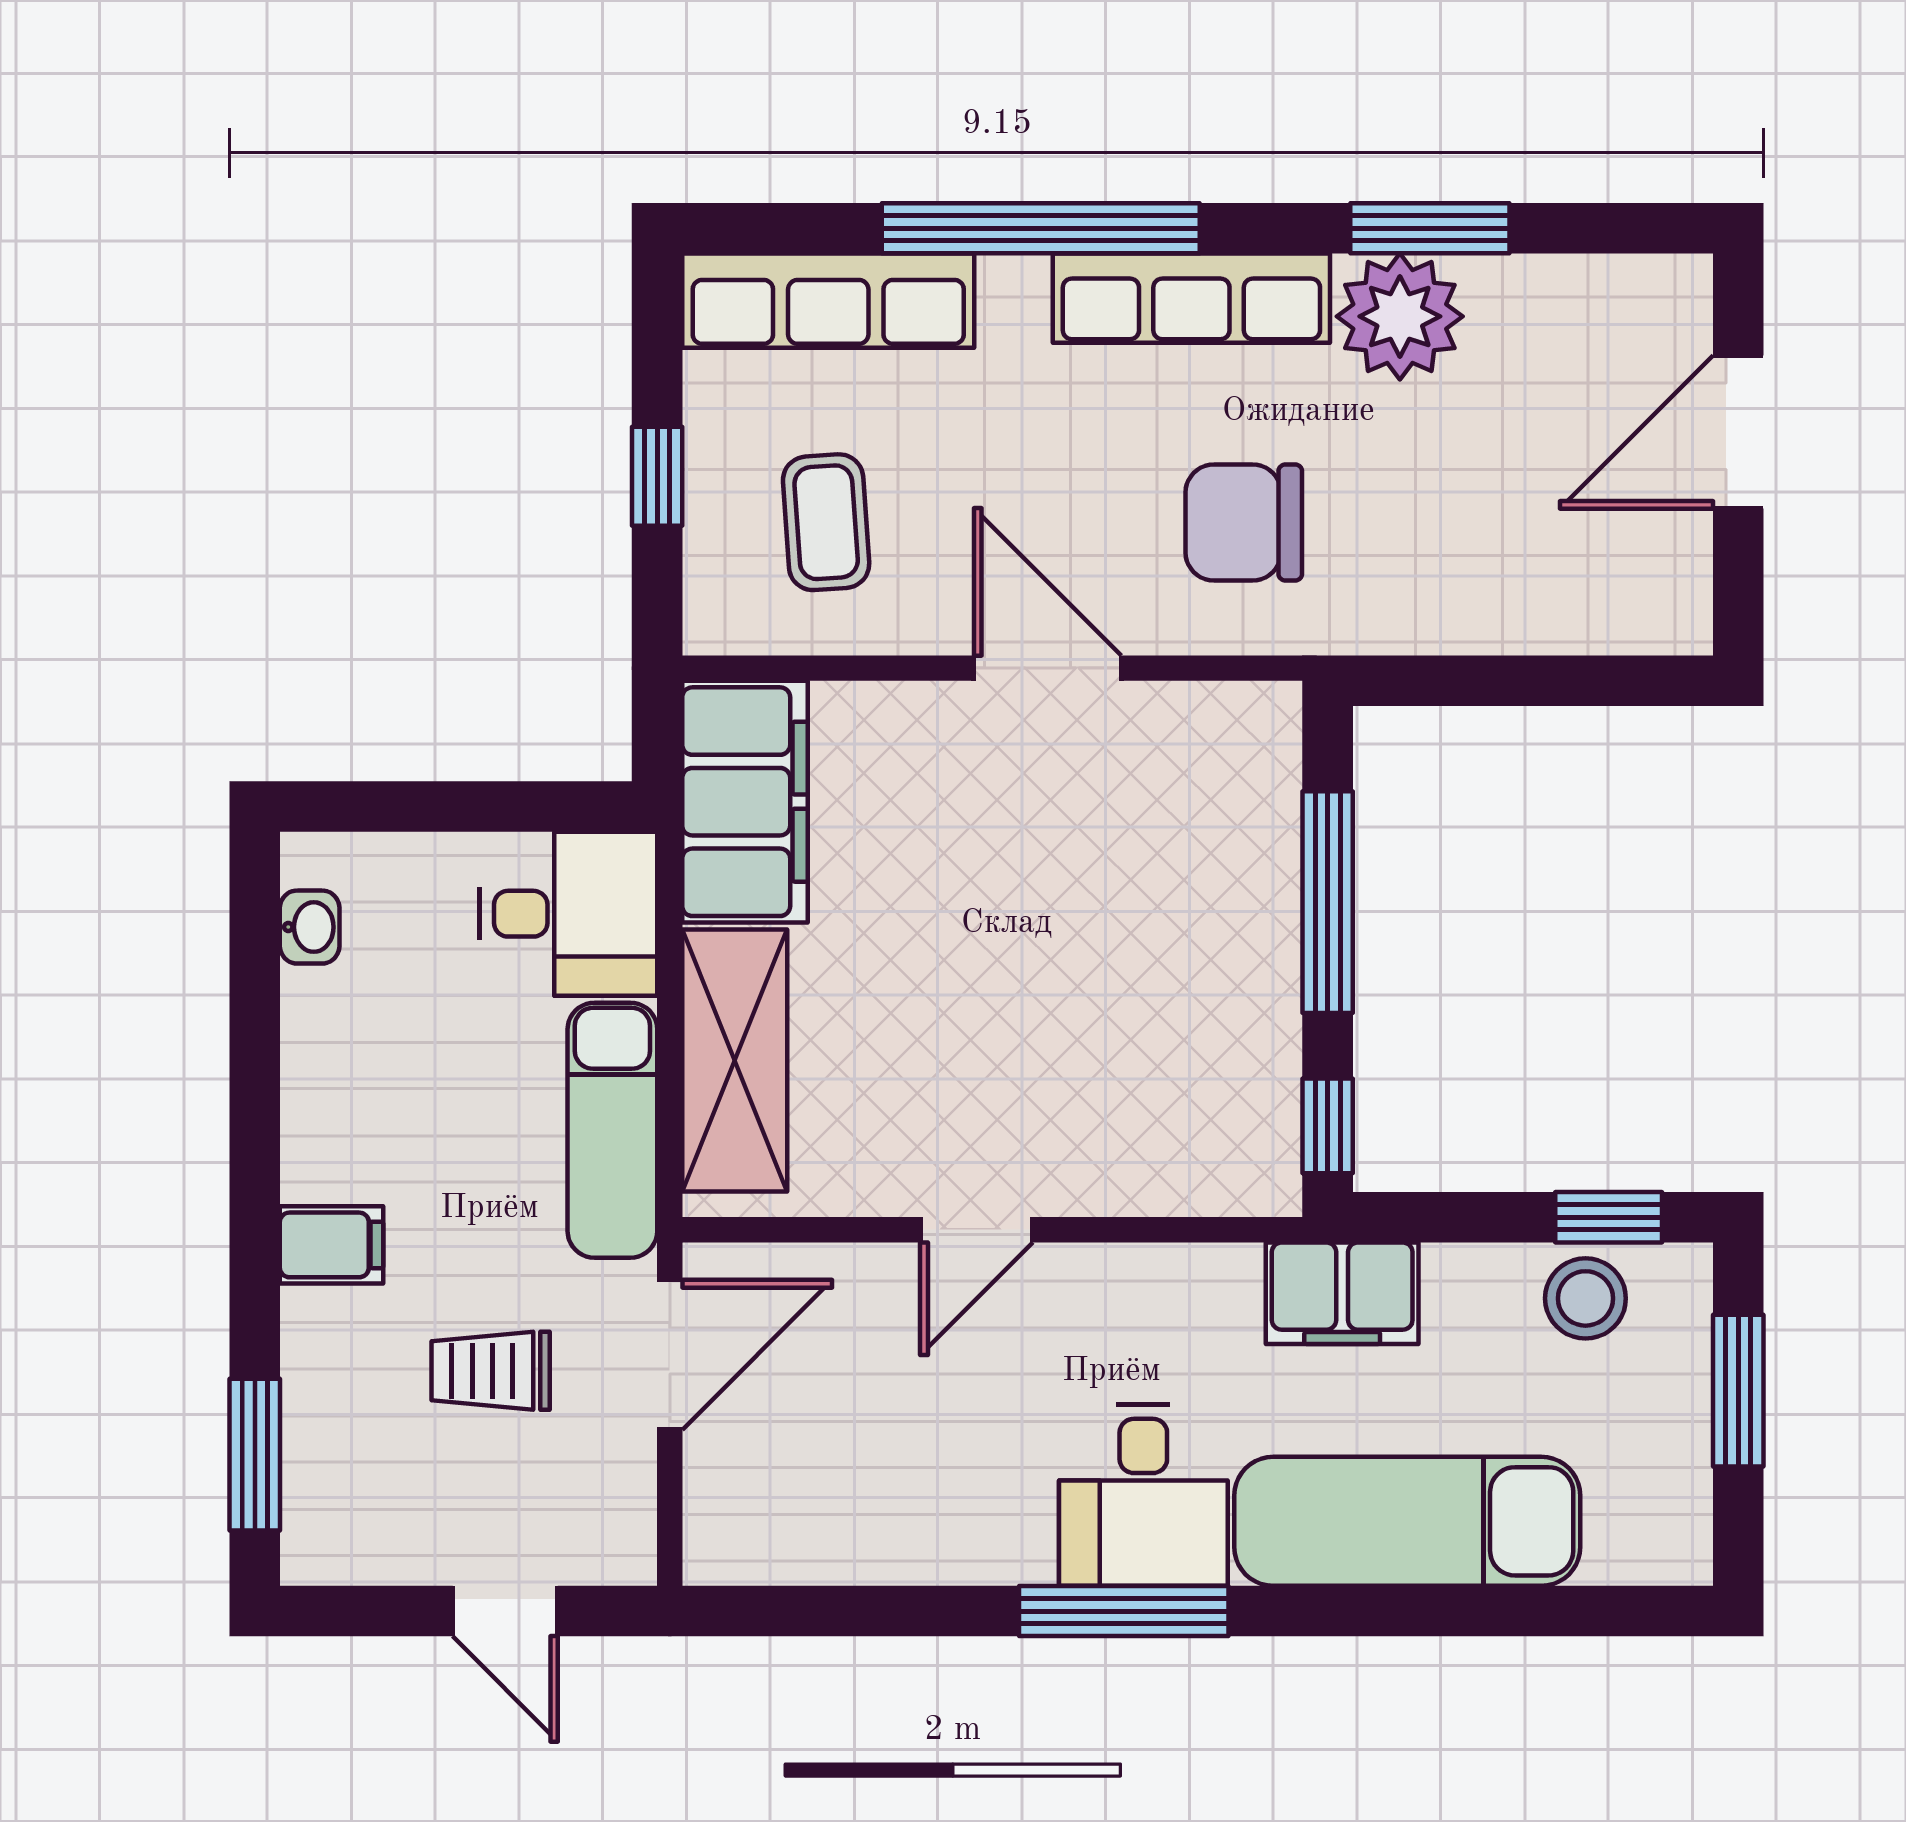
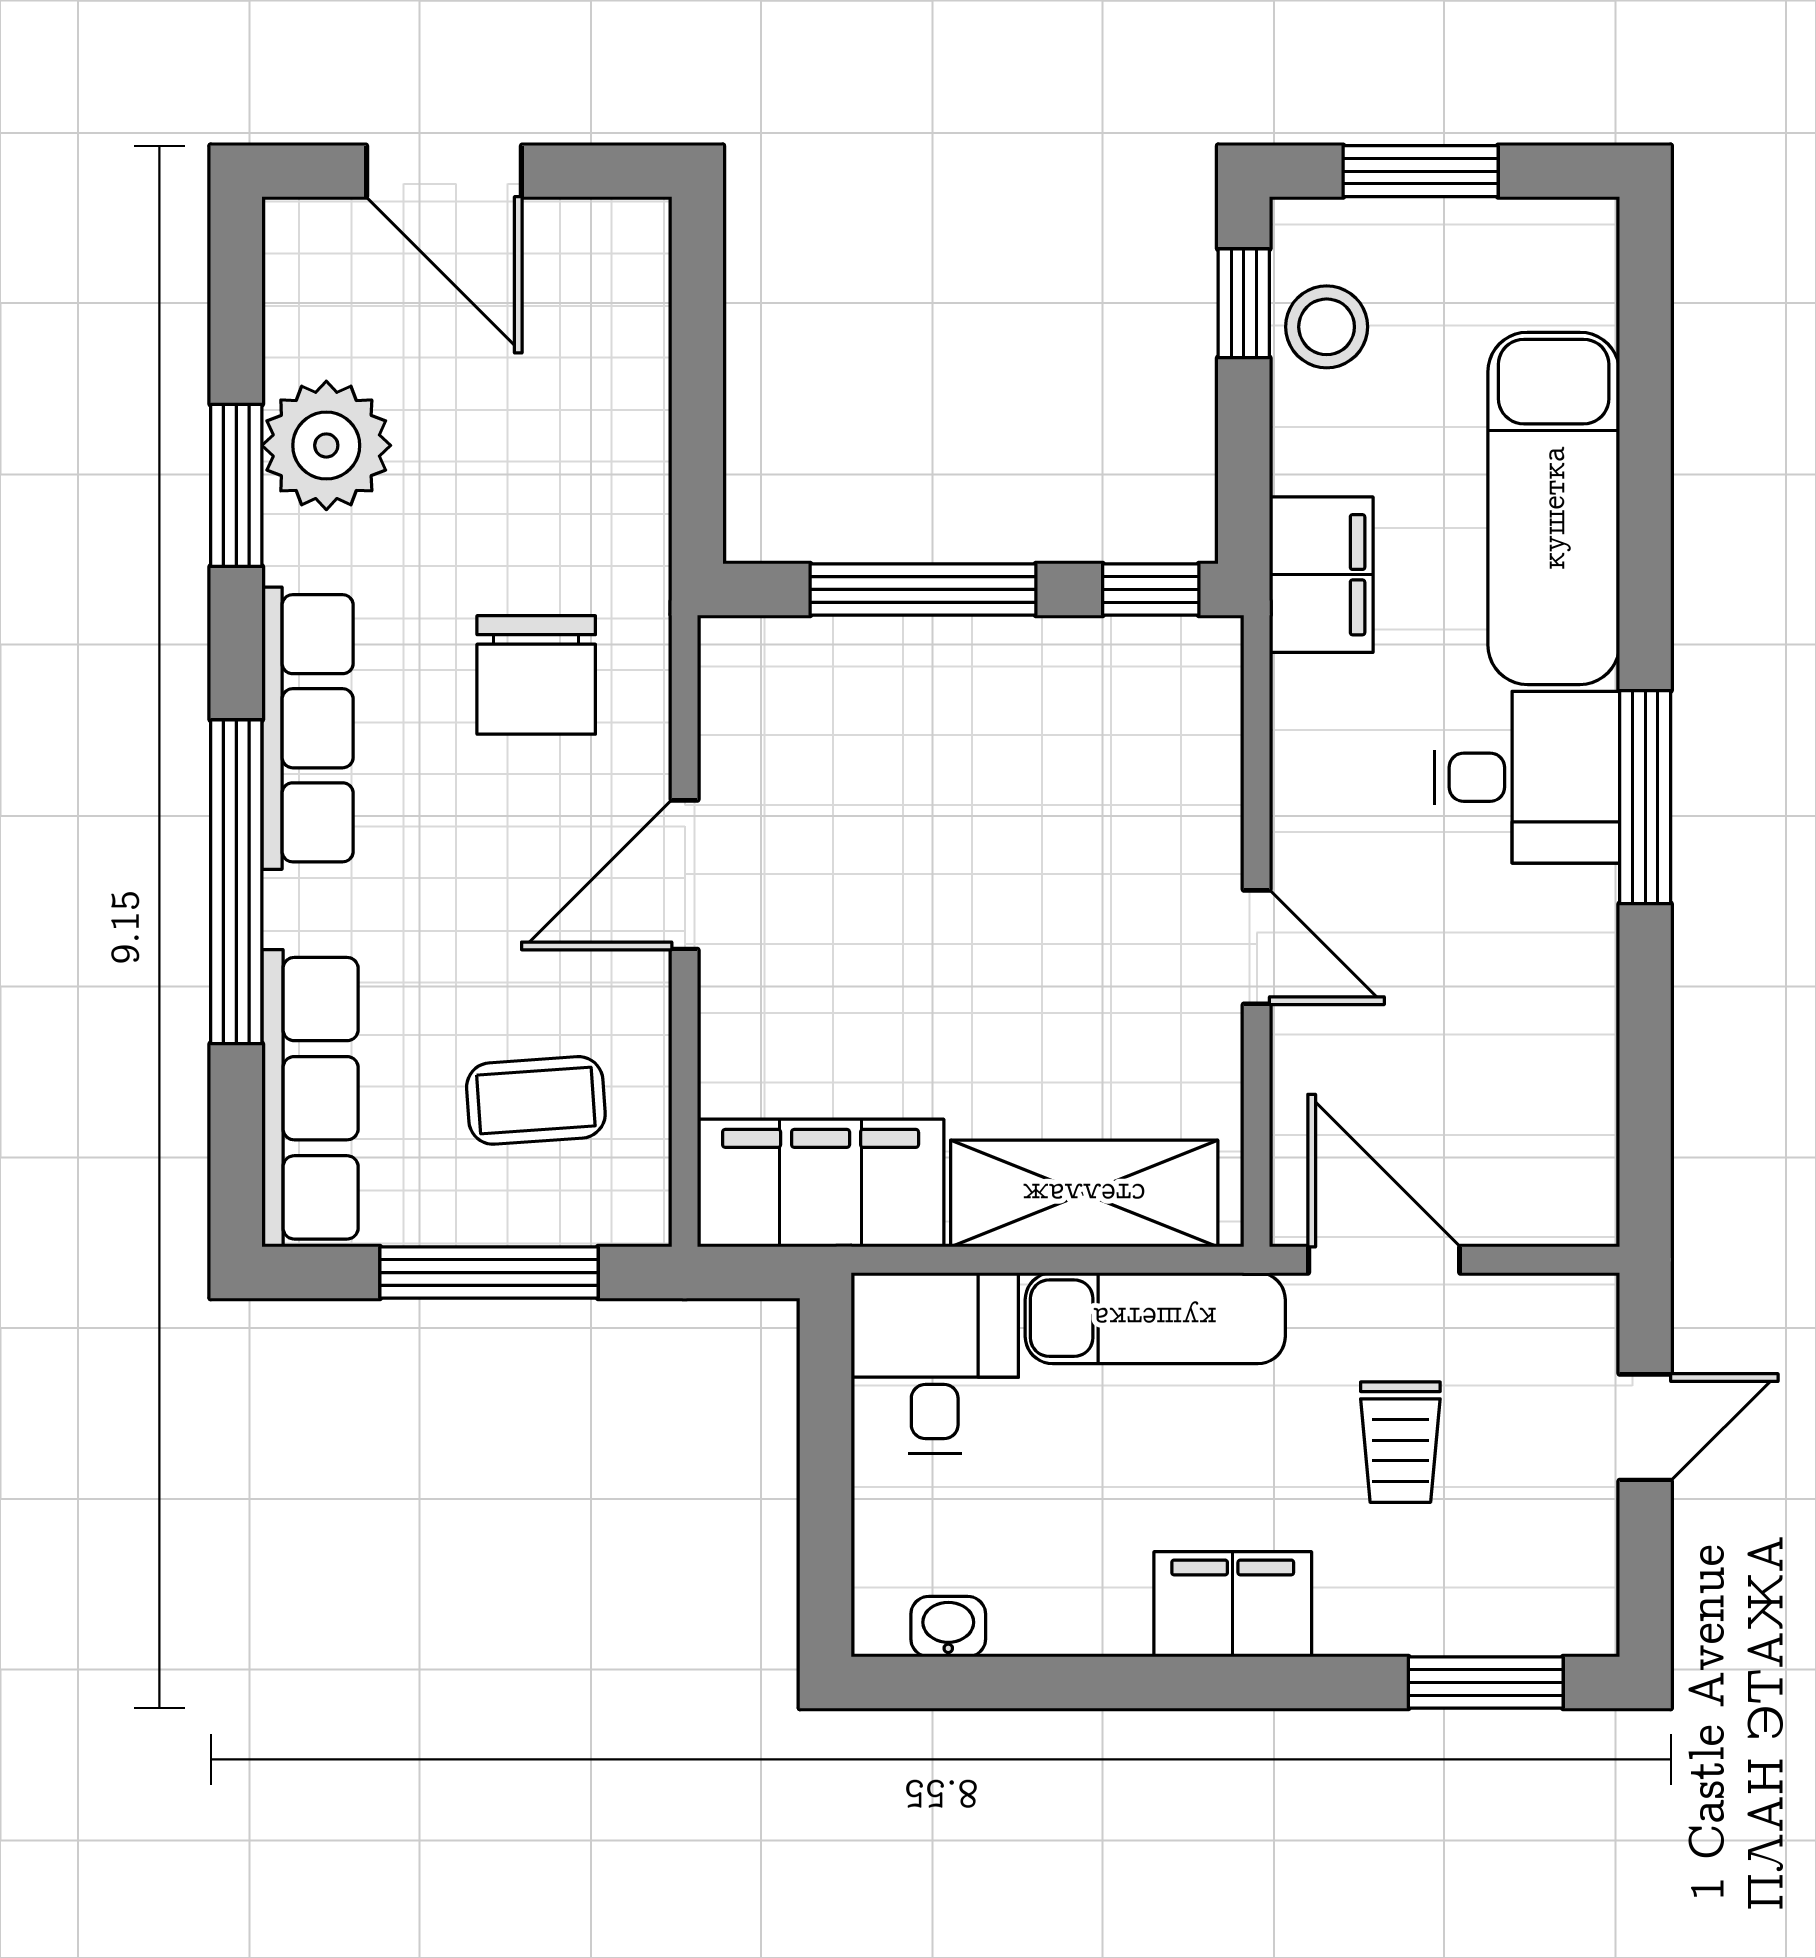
plant: (1400, 316) -> (326, 445), moved
window: (657, 476) -> (489, 1273), width x2.17
filing cabinet: (332, 1245) -> (1233, 1604), width x2.00

